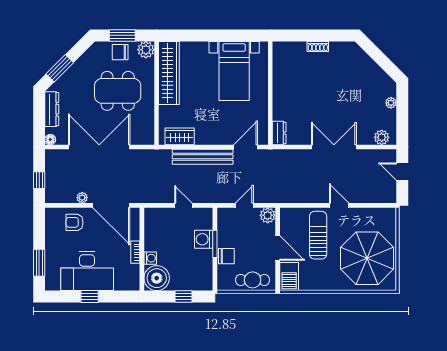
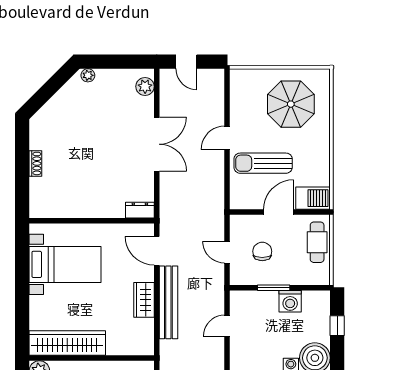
plant: (391, 103) -> (88, 75), moved
wardrobe: (180, 136) -> (144, 300), moved
double door: (334, 147) -> (157, 144), swing flipped
door: (402, 172) -> (186, 62), hinge flipped
plant: (268, 215) -> (239, 224), removed
washing machine: (204, 239) -> (290, 301), moved
chair: (226, 256) -> (262, 251), moved
parasol: (367, 258) -> (291, 104), width x0.73, depth x0.73

